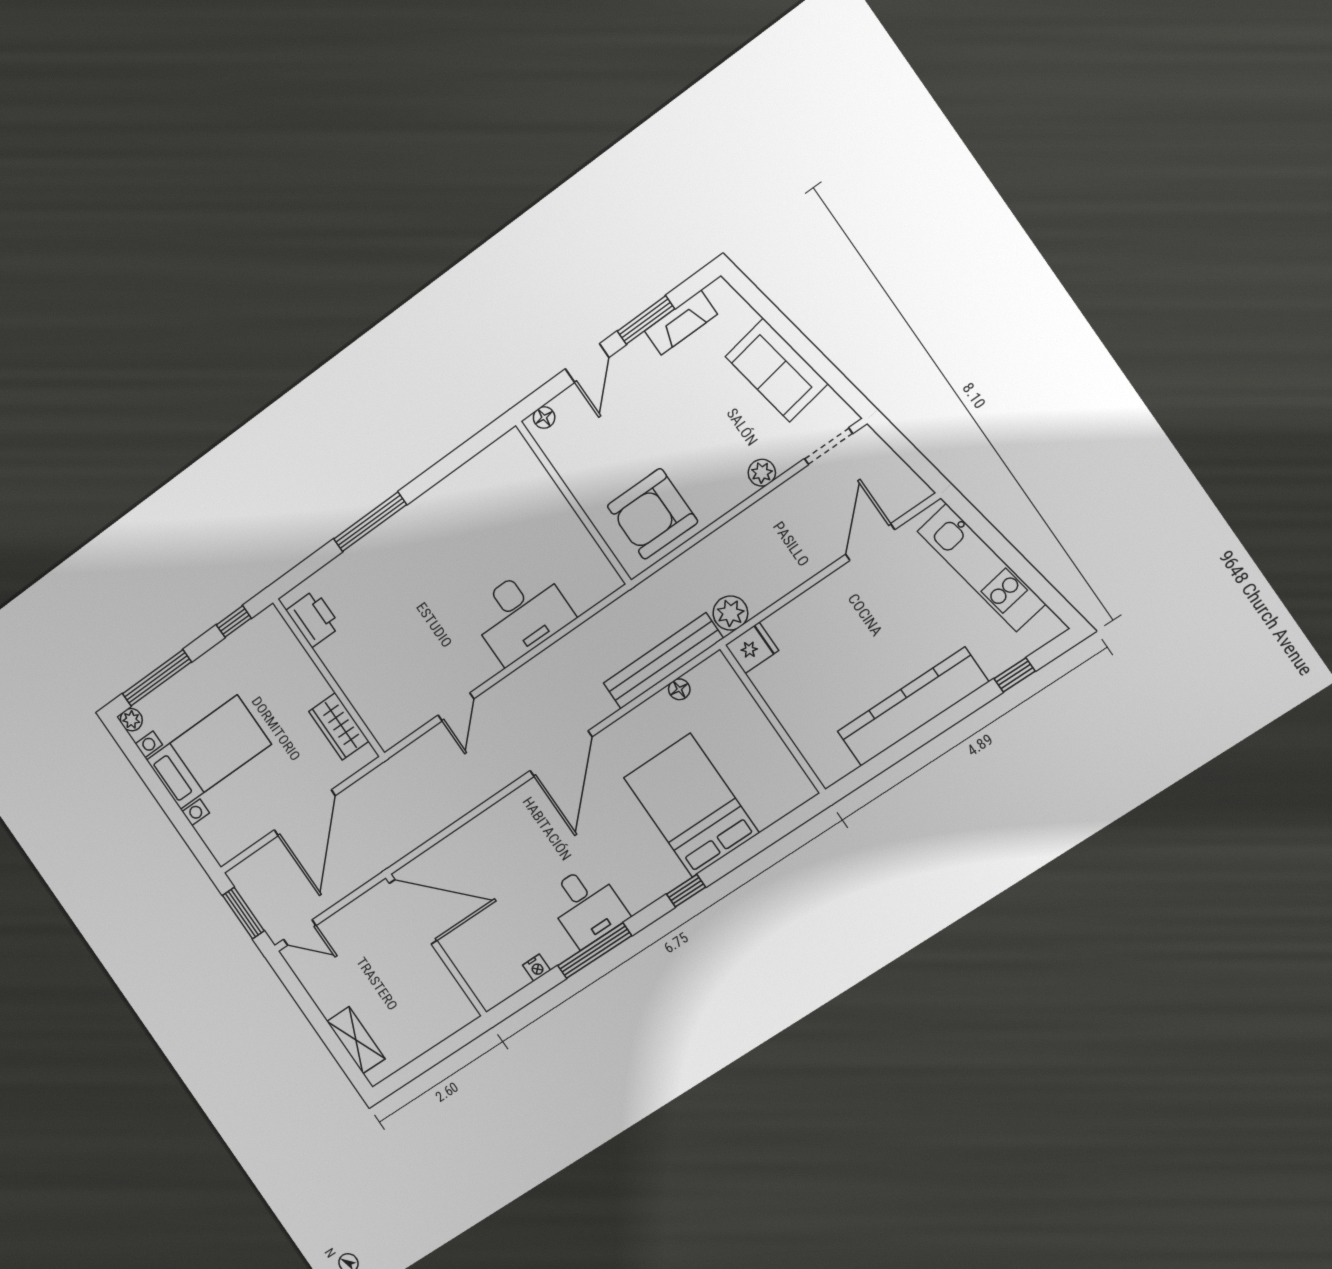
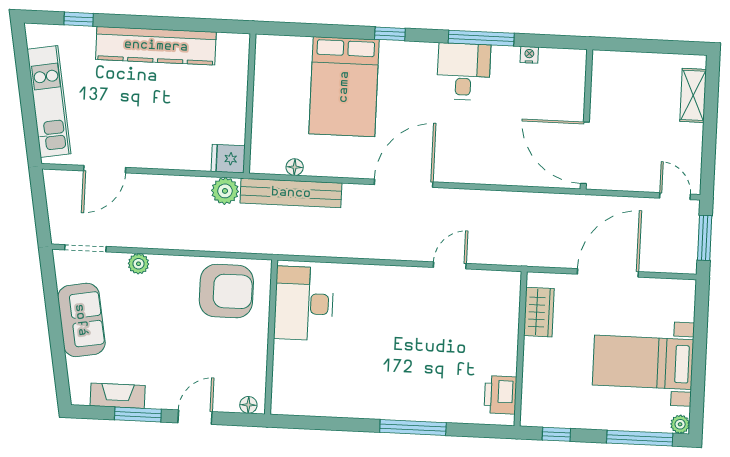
desk: (521, 614) -> (304, 303), moved, turned -90

